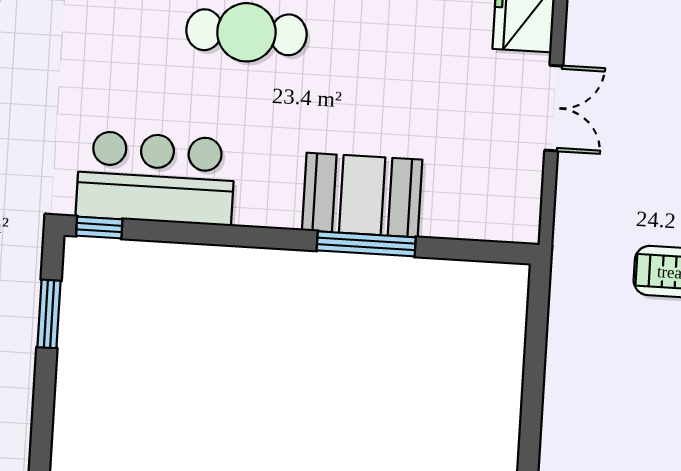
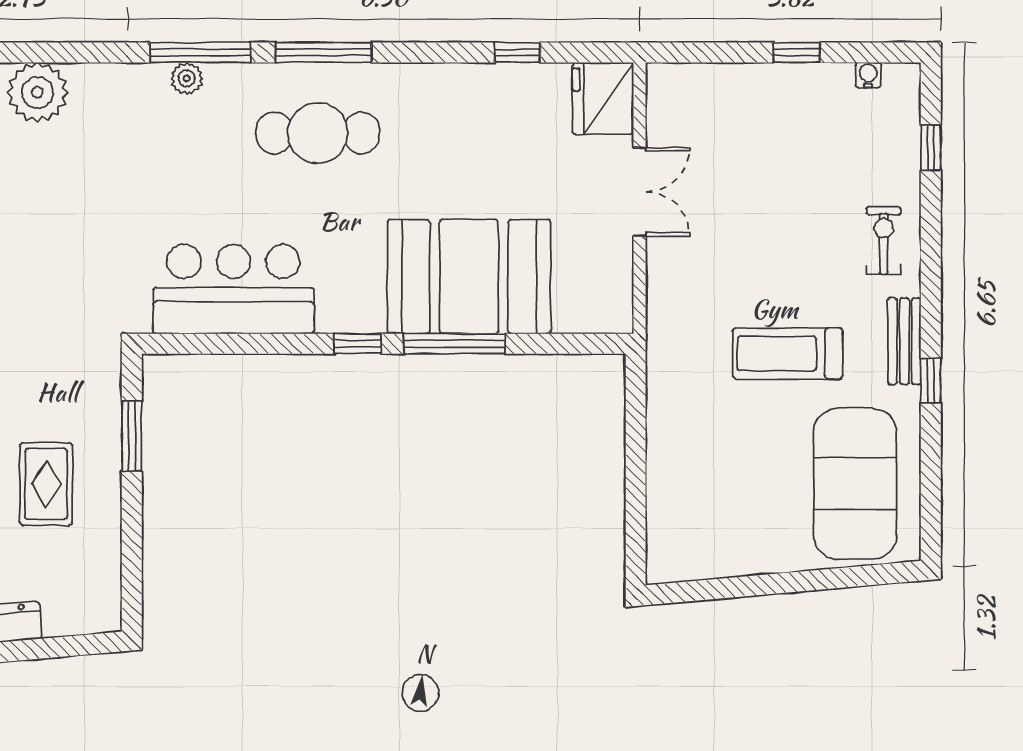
booth: (362, 195) -> (469, 277), width x1.36, depth x1.42
window: (99, 228) -> (358, 344), moved

